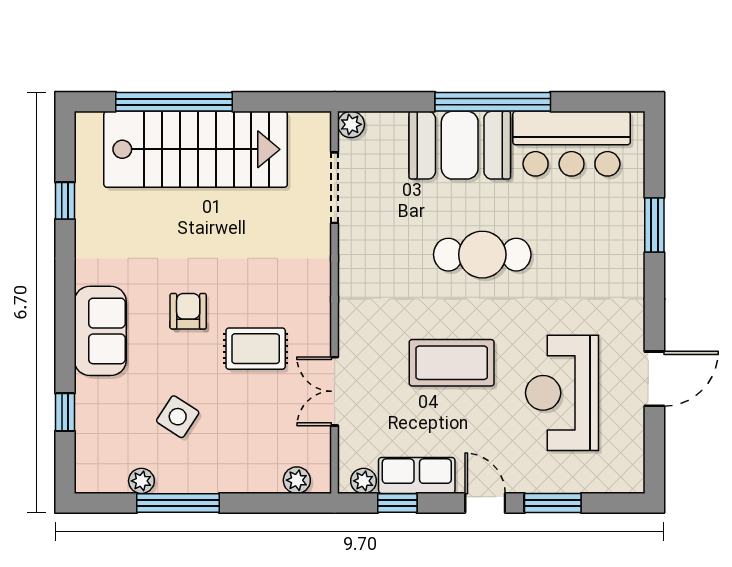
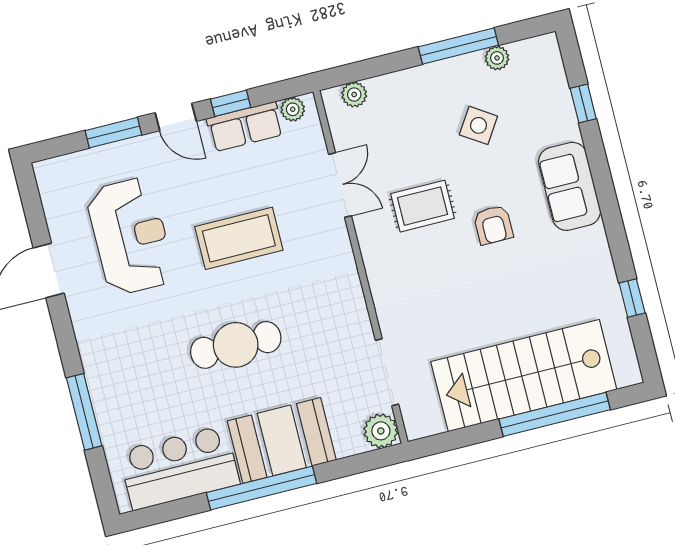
plant: (351, 124) -> (381, 431), width x1.38, depth x1.38
window: (654, 225) -> (84, 412), width x1.44
window: (397, 503) -> (231, 103), moved

